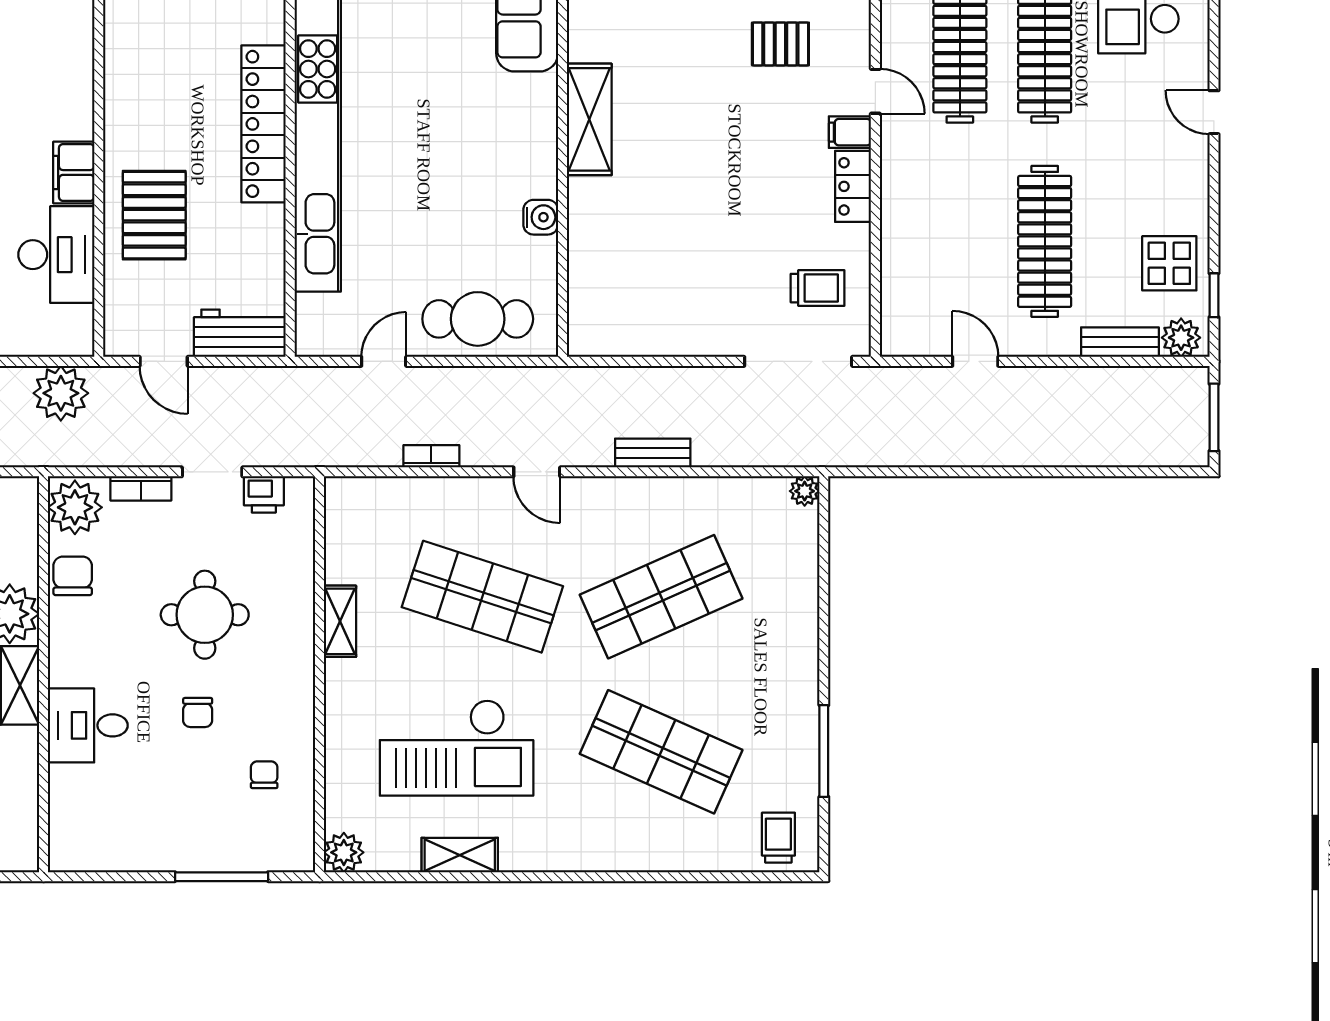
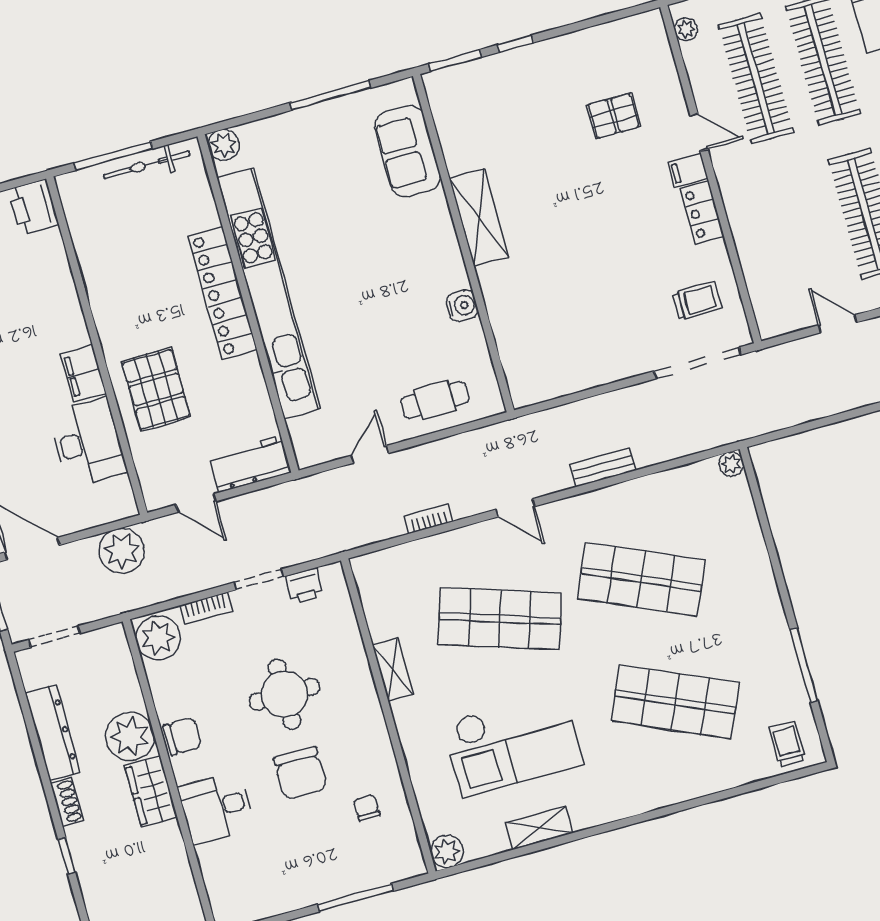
cafe table: (478, 319) -> (435, 400), width x0.73, depth x0.74
chair: (73, 576) -> (182, 736), moved, turned 90
shop shelf: (661, 597) -> (641, 579), turned 48
chair: (198, 713) -> (300, 773), width x1.87, depth x1.87

